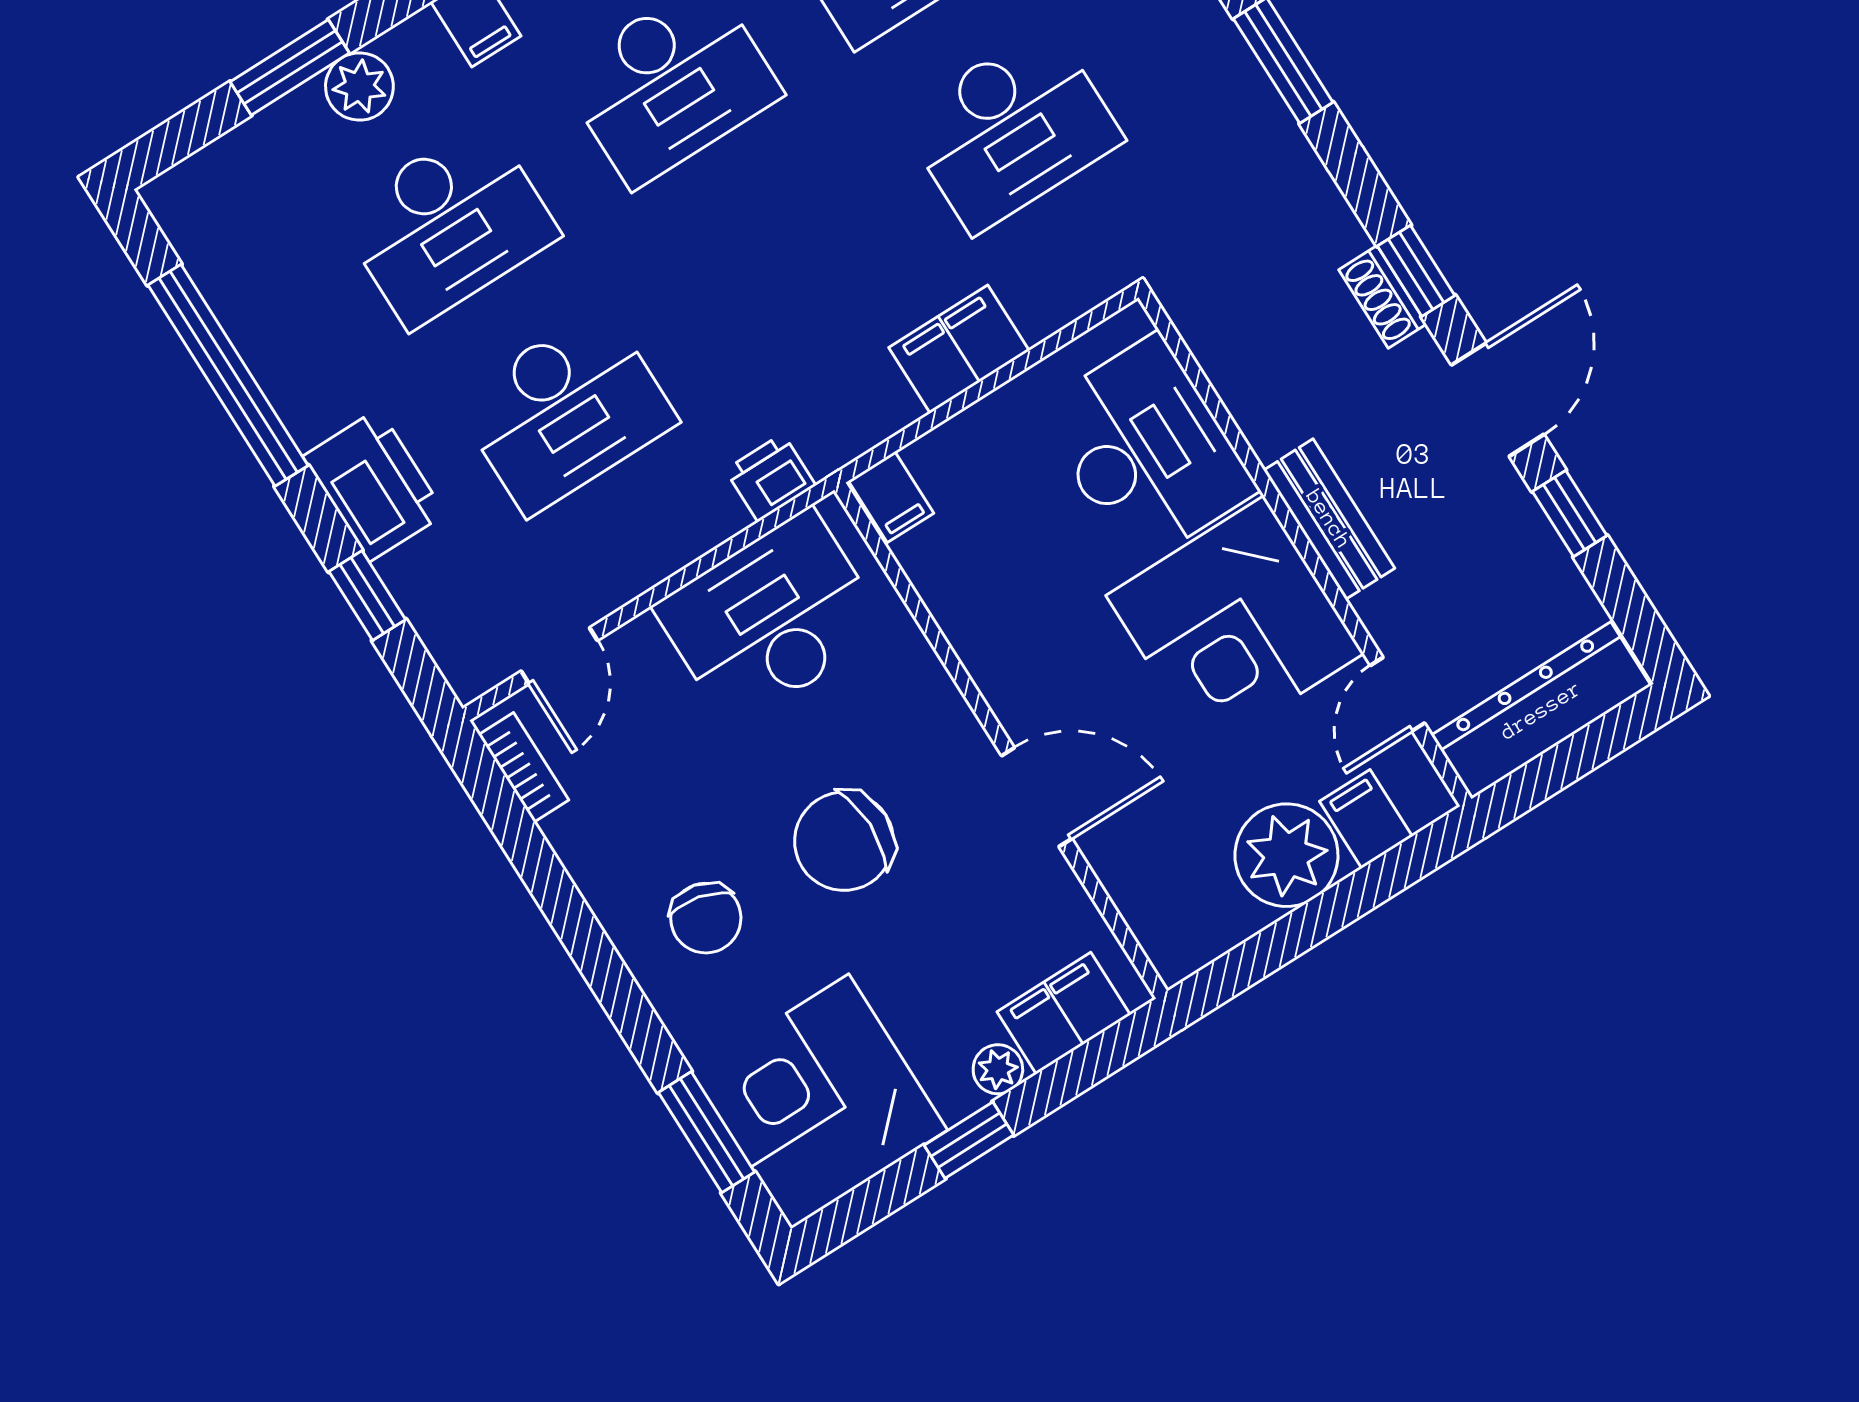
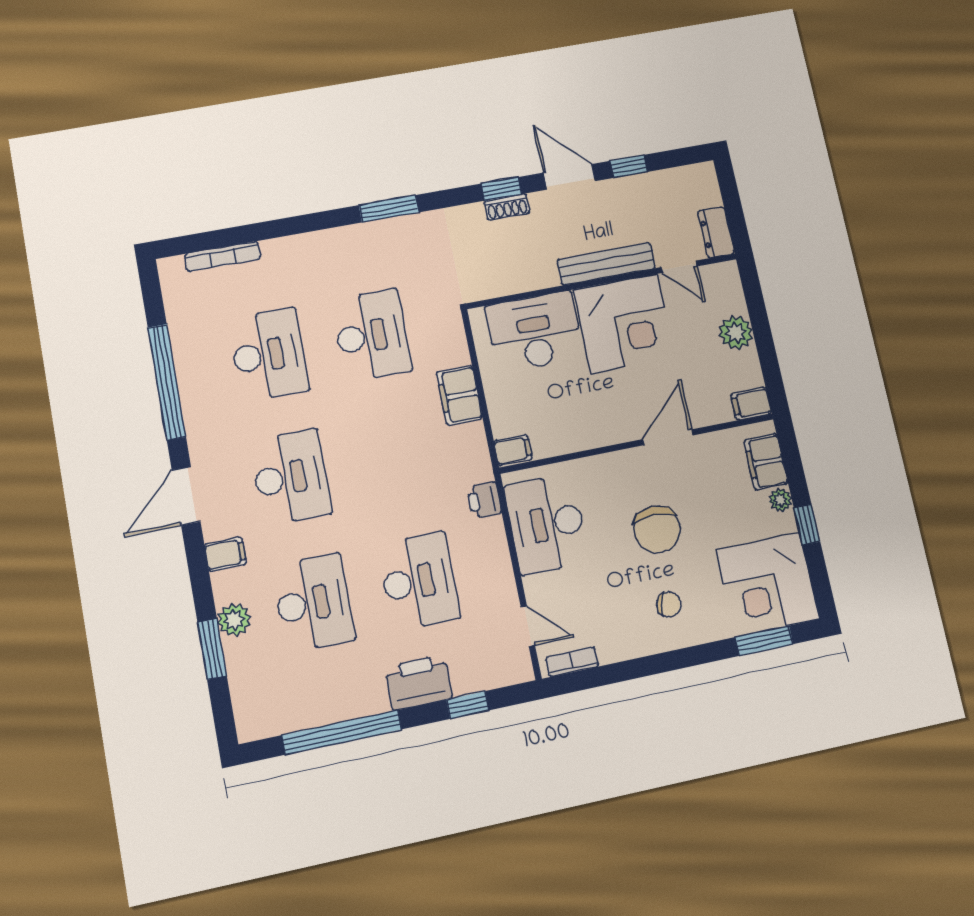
bench: (1329, 519) -> (606, 264), width x1.36
dresser: (1541, 710) -> (716, 232), width x0.51, depth x0.80
filing cabinet: (1366, 819) -> (751, 403), moved
plant: (1286, 855) -> (736, 333), width x0.73, depth x0.73
chair: (706, 918) -> (669, 604), width x0.73, depth x0.73

